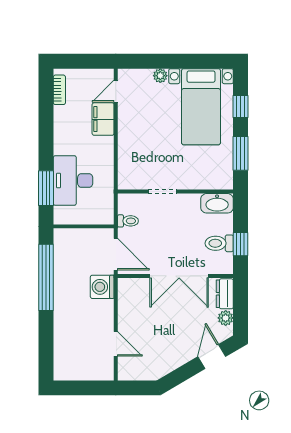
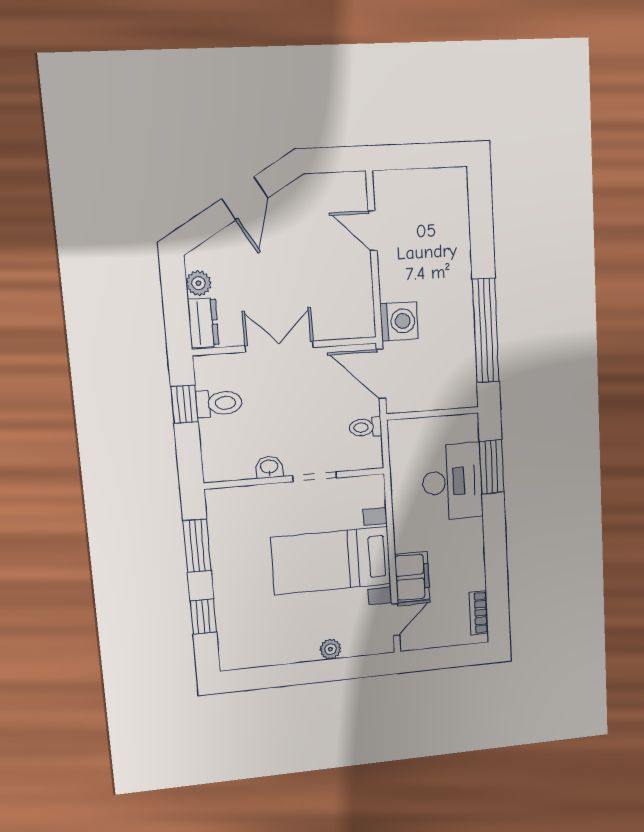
bed with nightstands: (201, 107) -> (331, 561), moved, turned -90
washbasin: (217, 203) -> (269, 467), moved, width x0.52, depth x0.69
double door: (179, 276) -> (279, 347), width x0.73
door: (212, 357) -> (245, 198), moved

